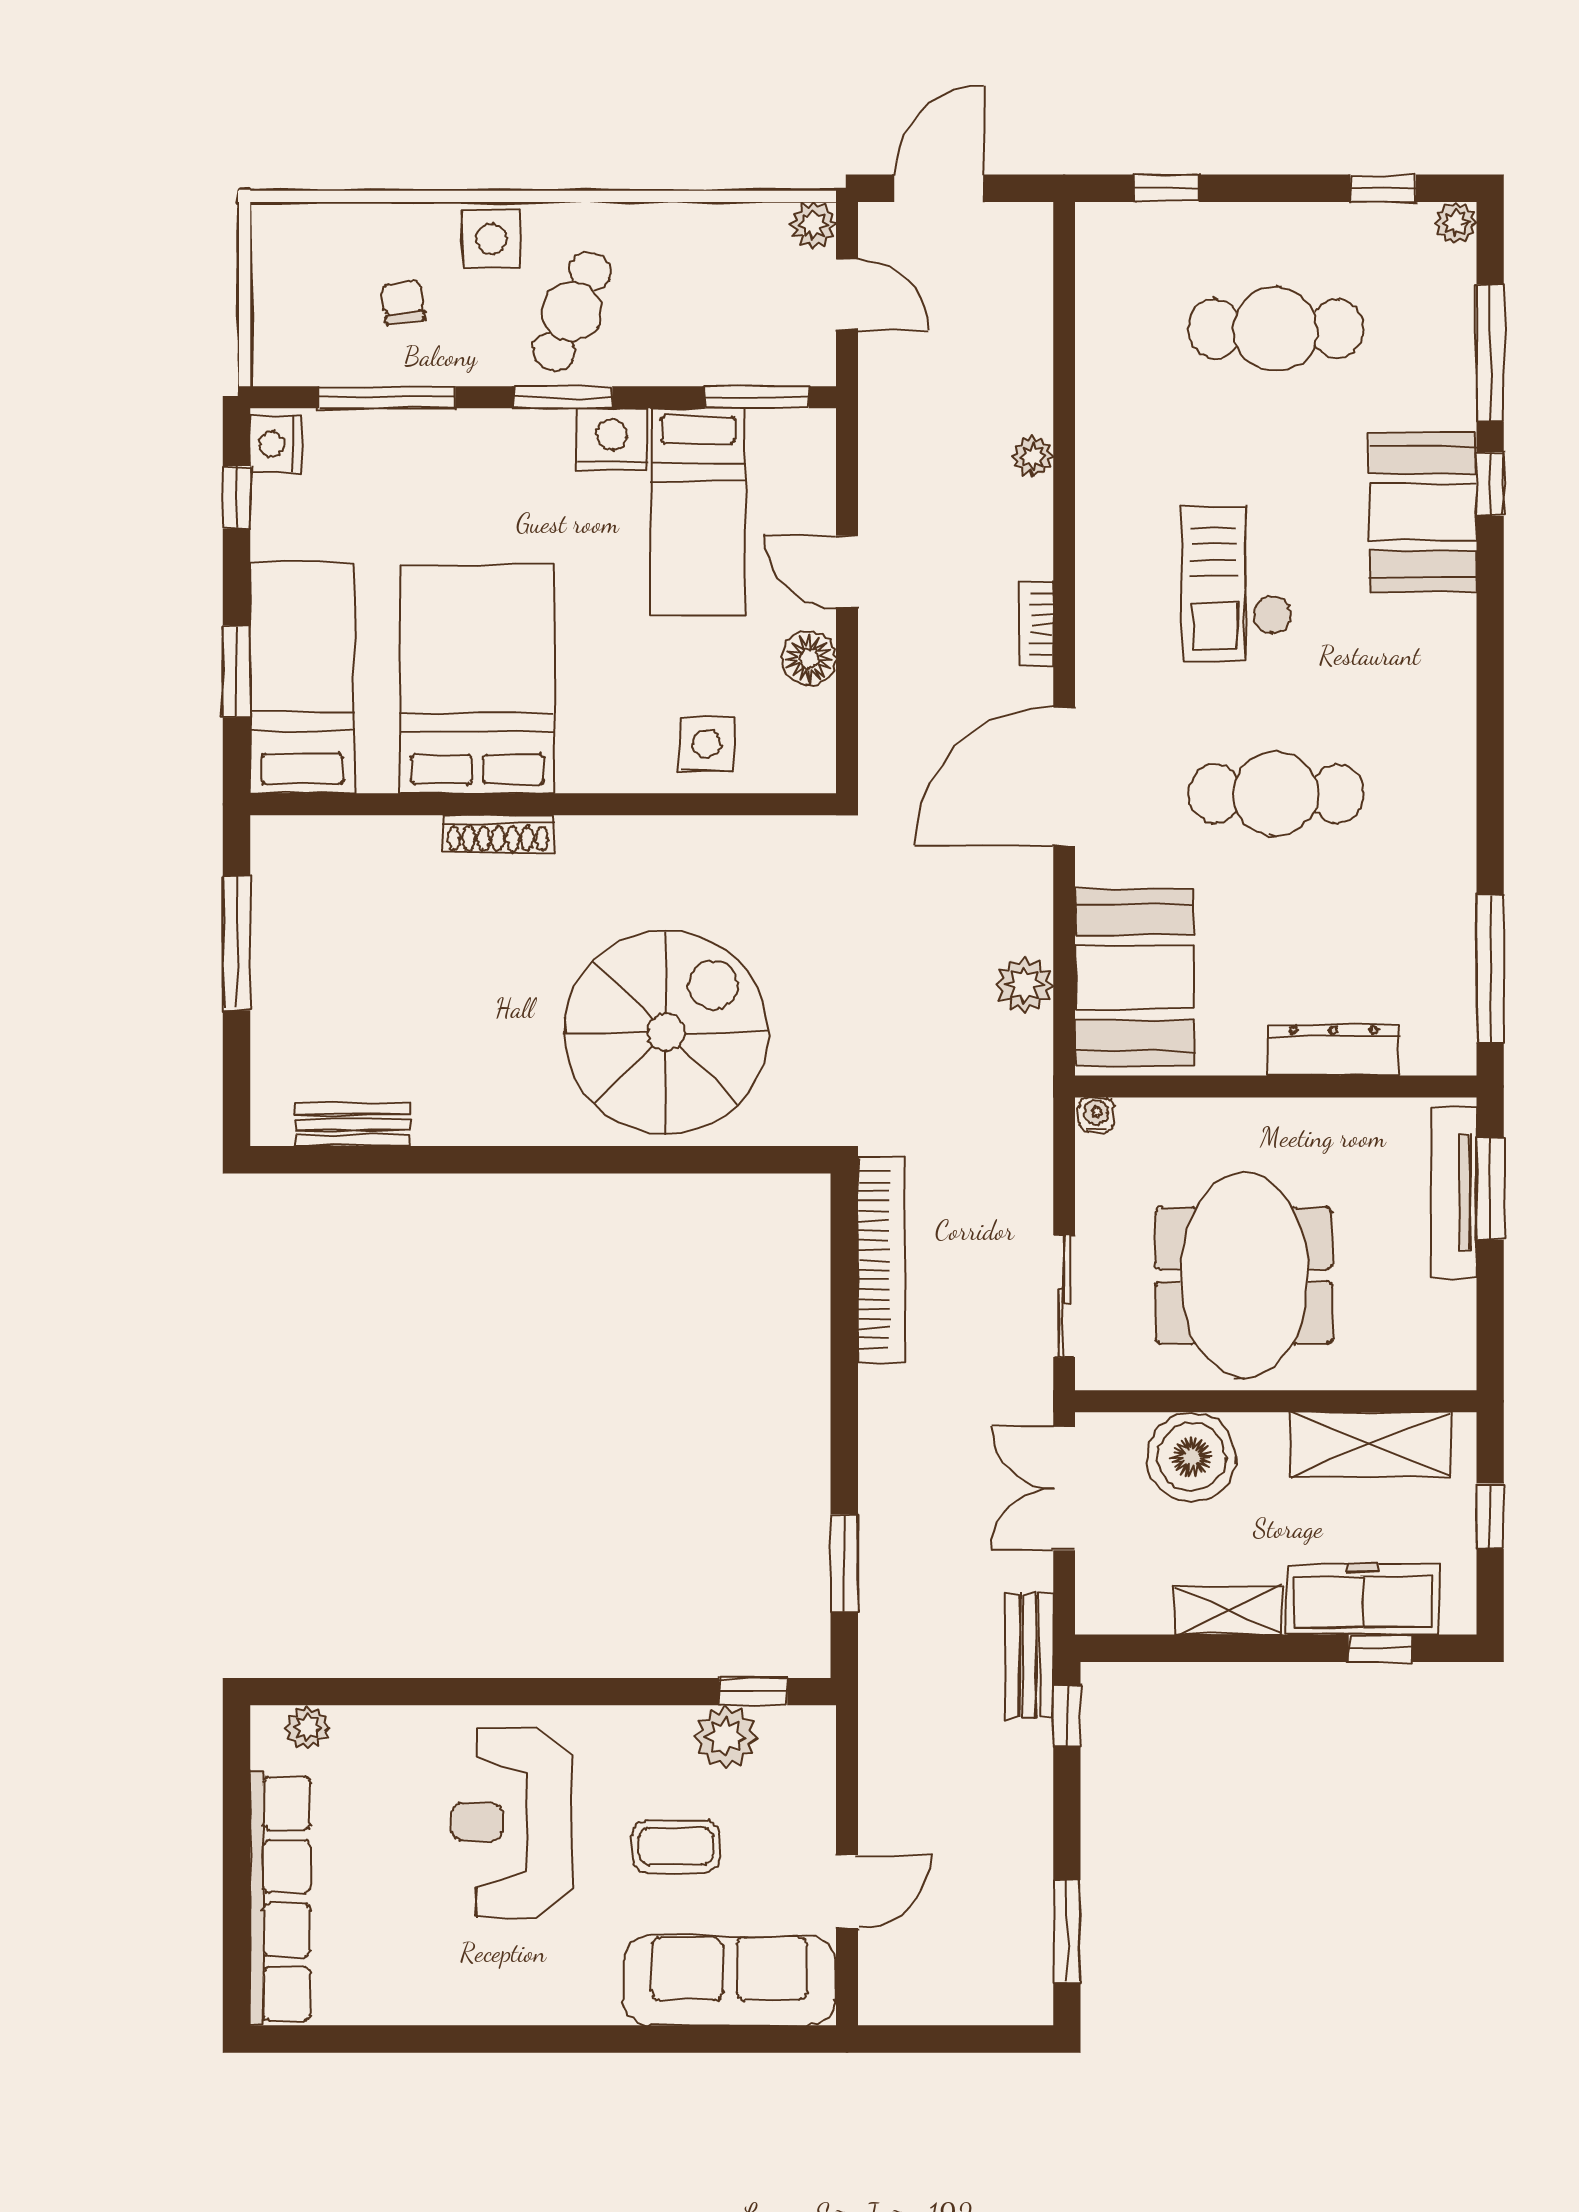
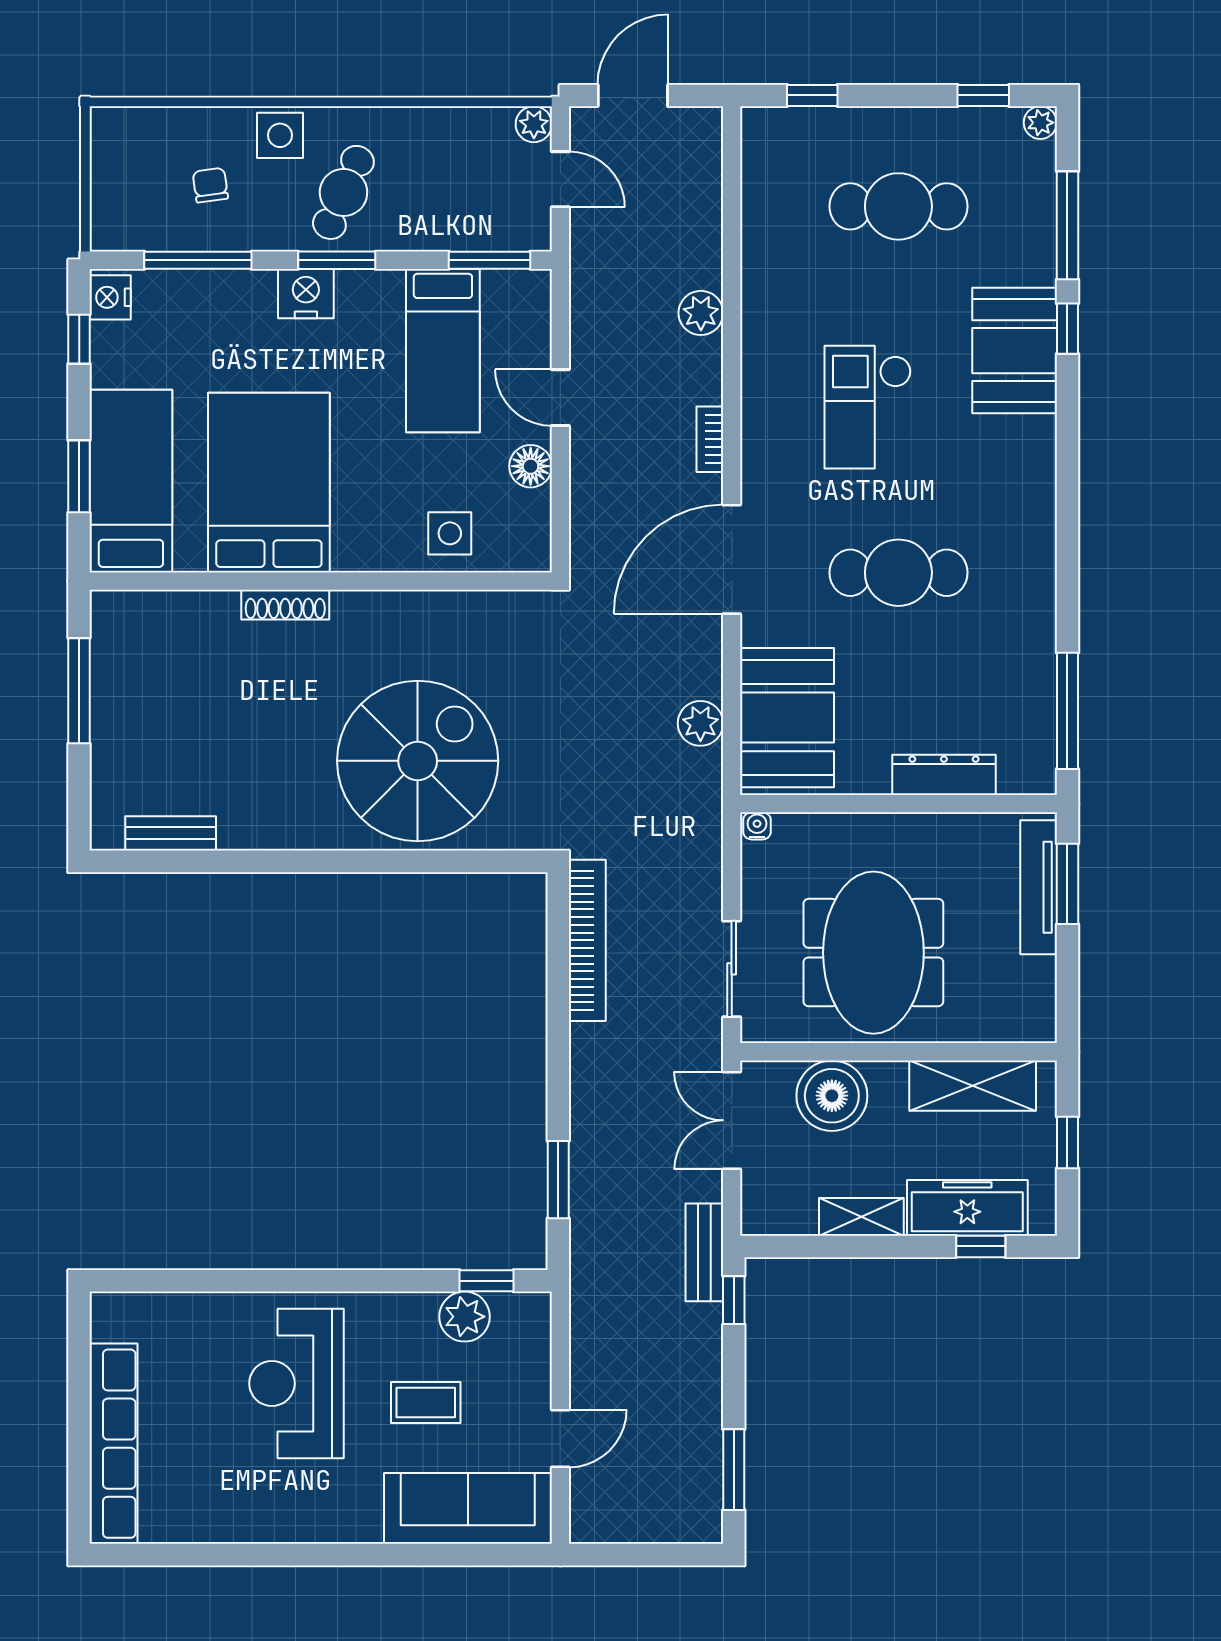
nightstand: (612, 440) -> (306, 294), moved
plant: (1033, 456) -> (701, 313), width x1.38, depth x1.38
plant: (308, 1727) -> (135, 1309), removed

